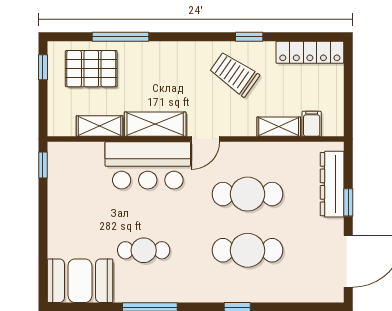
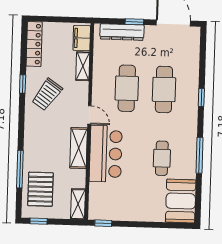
filing cabinet: (312, 124) -> (82, 38), width x2.00
shelving: (100, 126) -> (78, 204), moved

